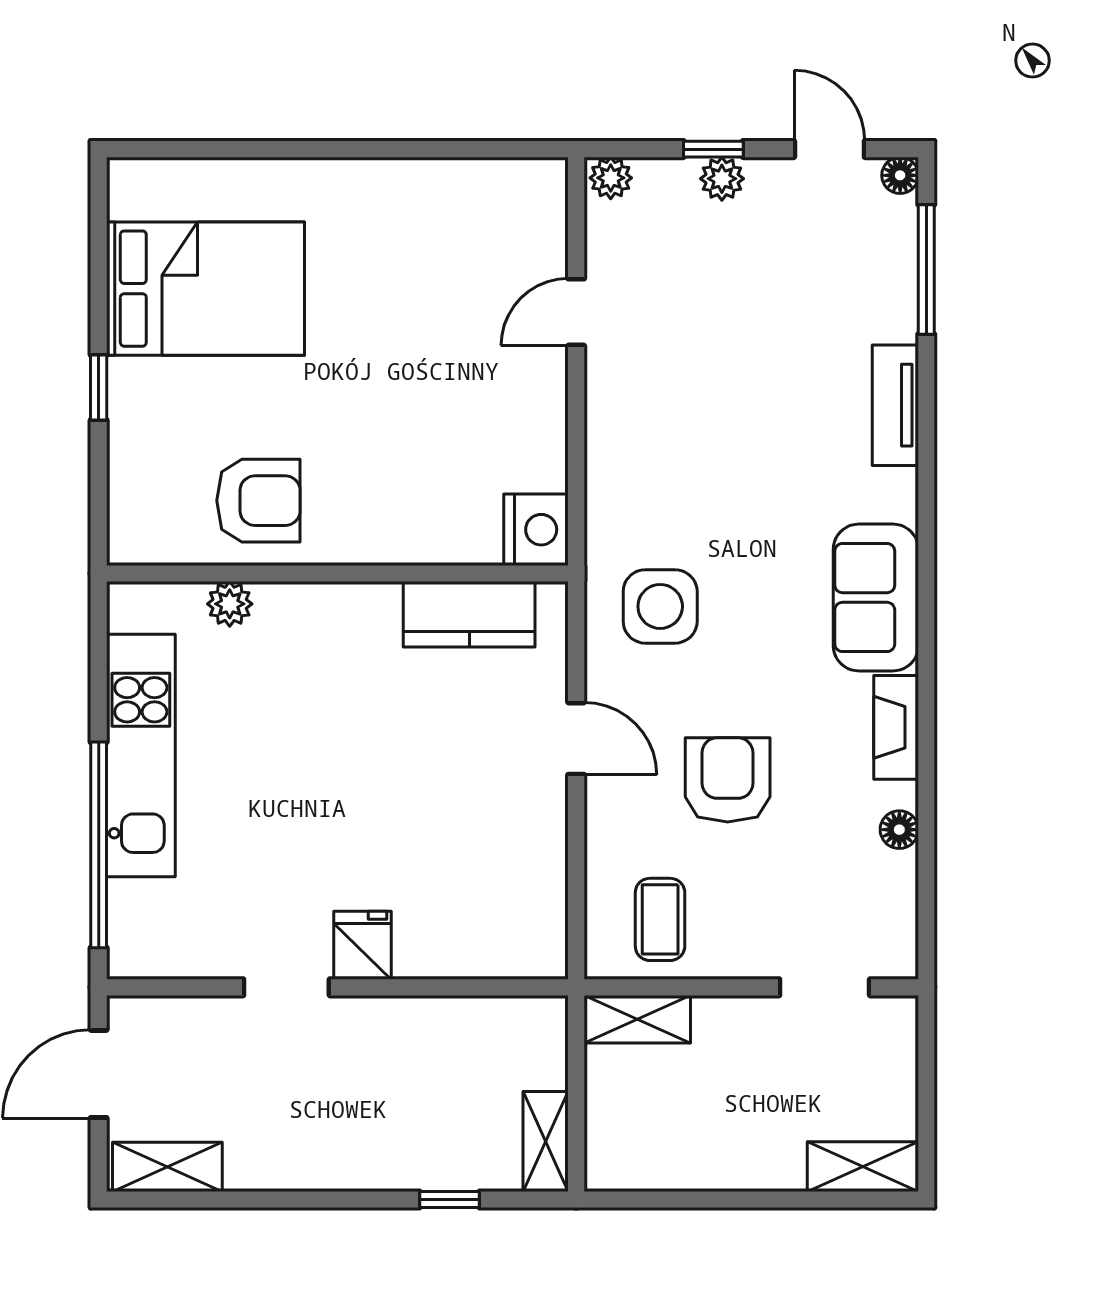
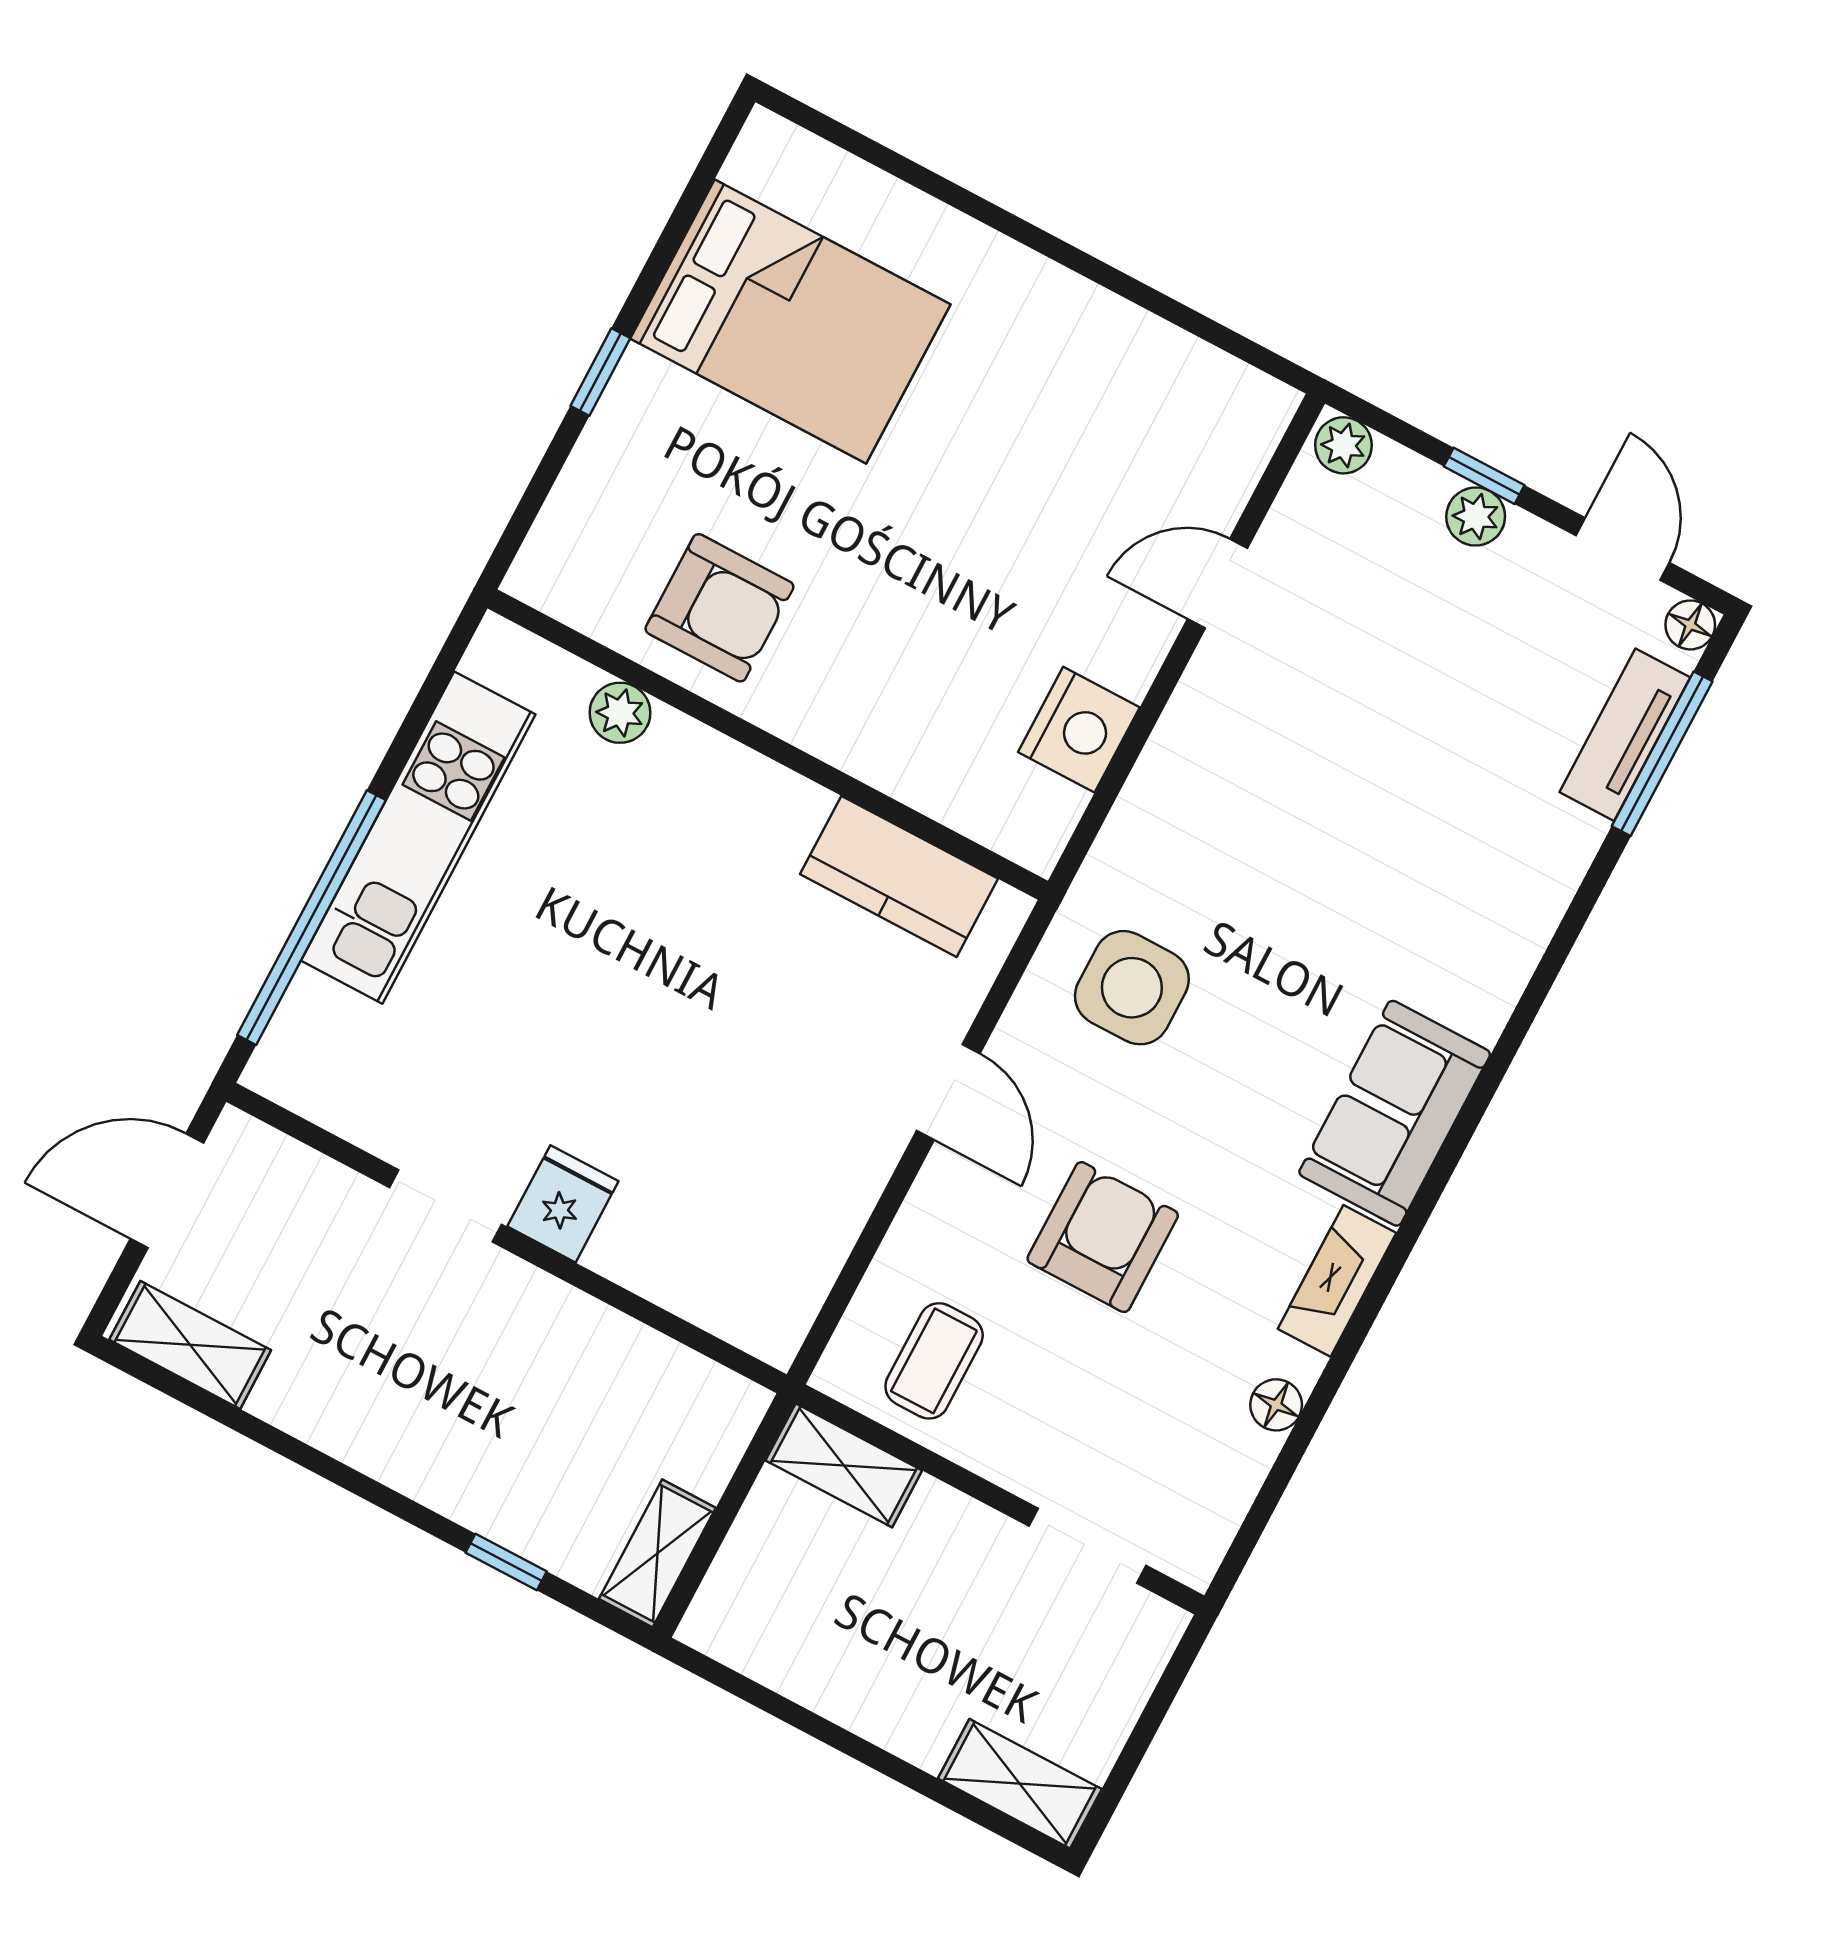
tv unit: (895, 405) -> (1625, 735), moved
nightstand: (536, 530) -> (1079, 730), moved

